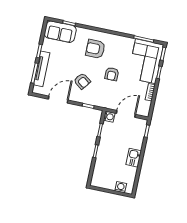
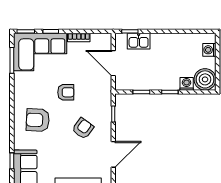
armchair: (95, 49) -> (38, 120), turned 93
door: (58, 100) -> (113, 154), swing flipped
washing machine: (109, 117) -> (187, 84), moved
kitchen sink: (134, 158) -> (139, 41), moved
boiler: (99, 179) -> (205, 79), added

